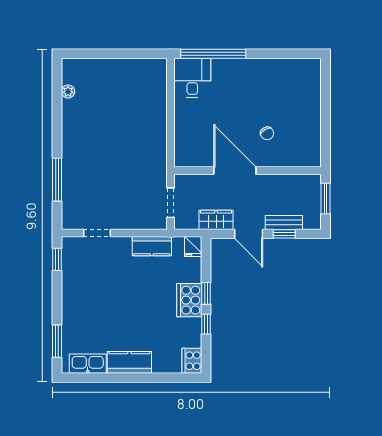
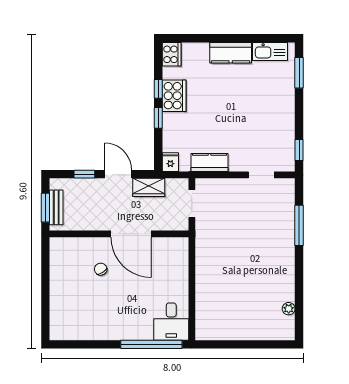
bench: (284, 222) -> (56, 207), moved, turned 90
cooker: (189, 300) -> (174, 96), moved

